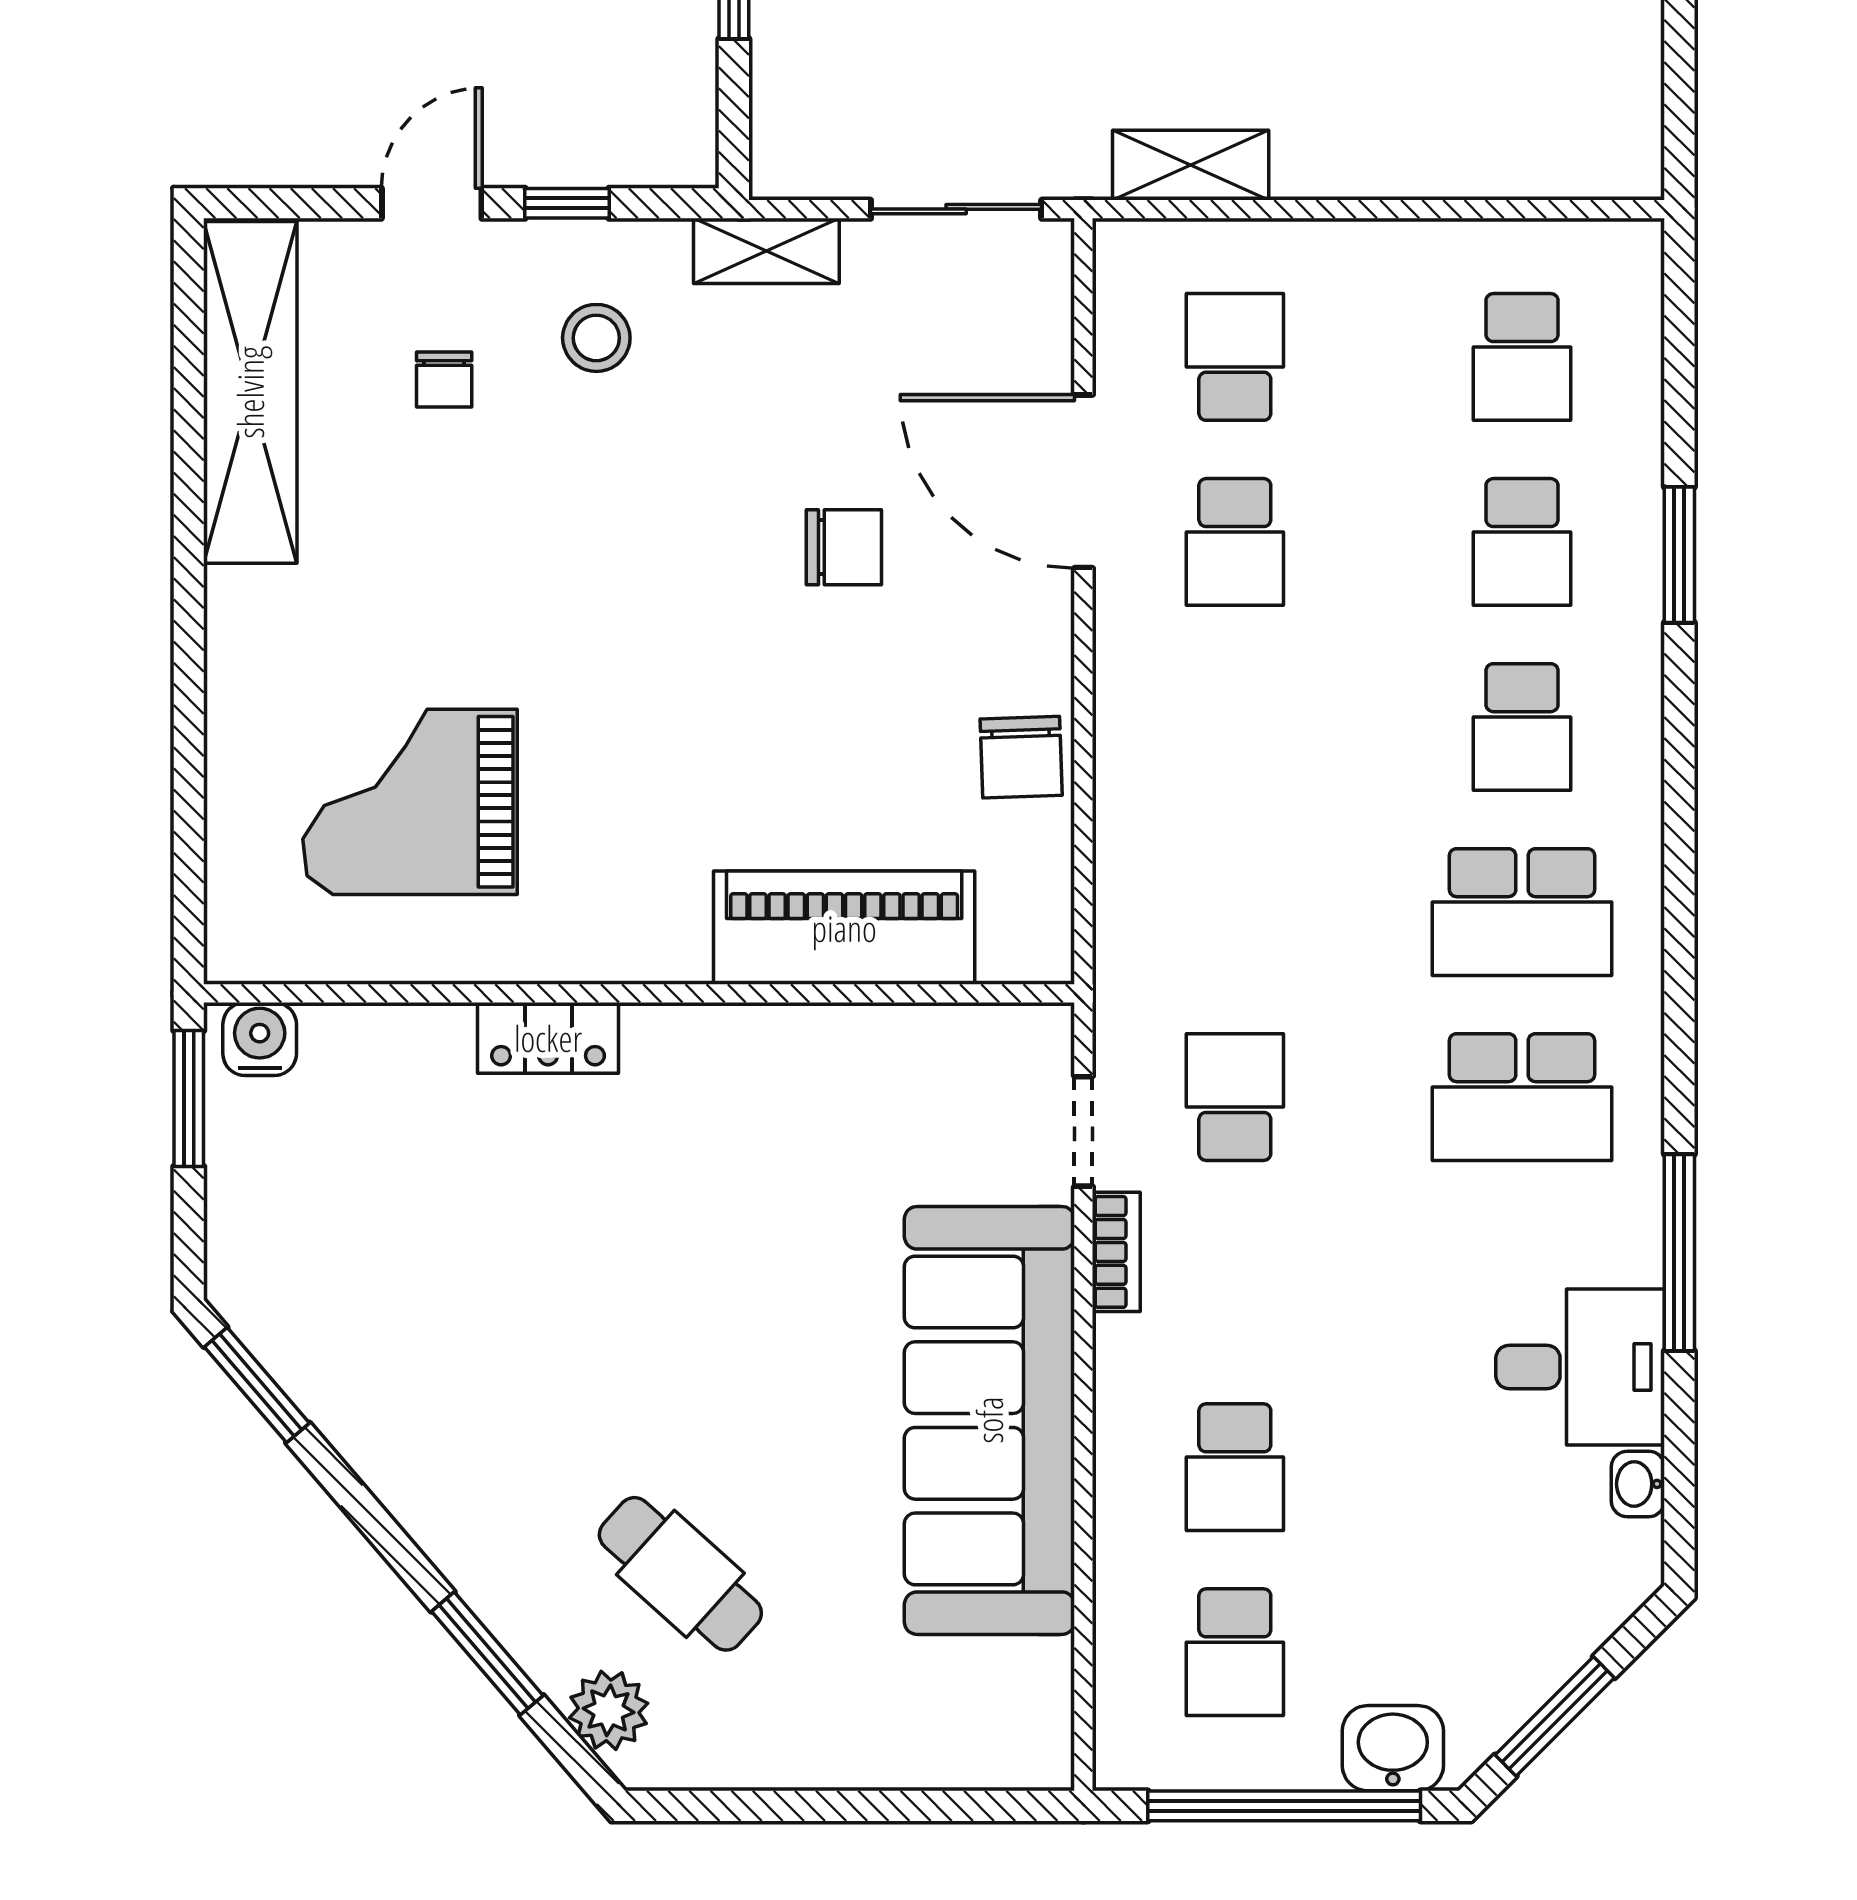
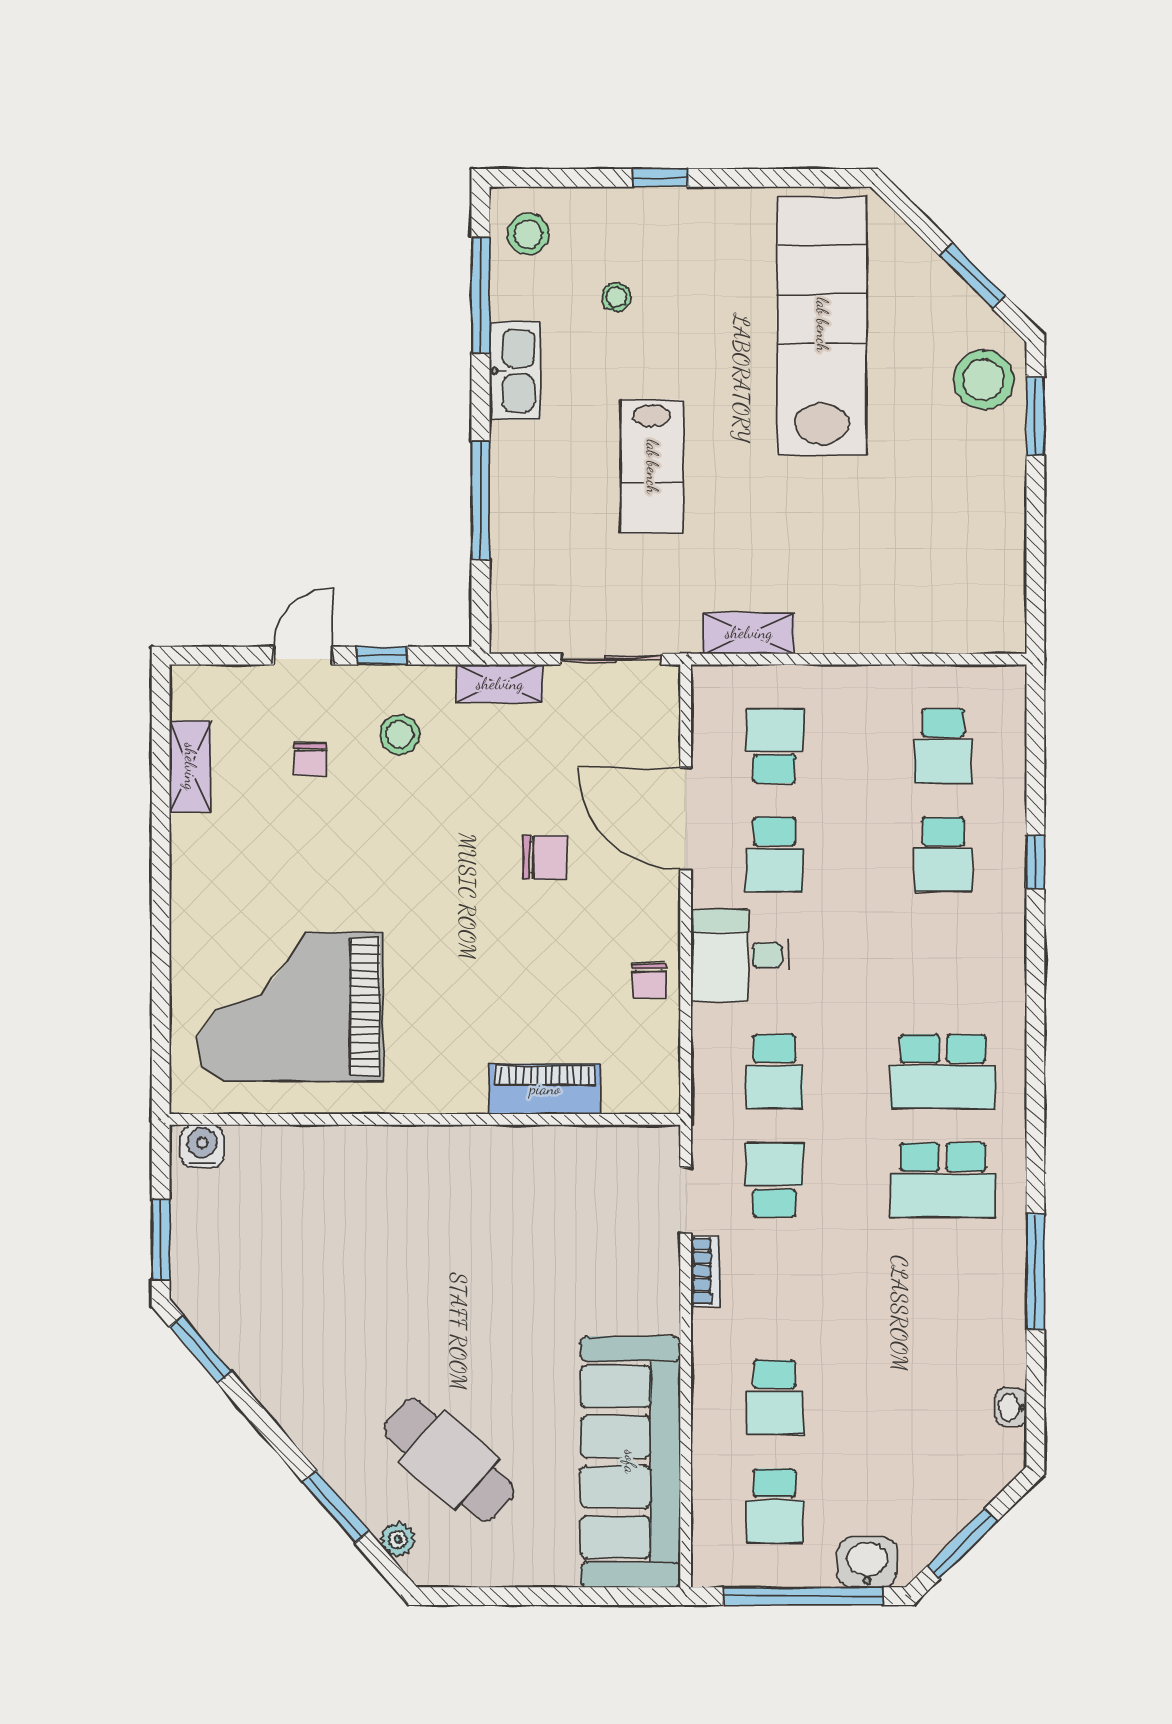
shelving: (250, 392) -> (190, 767), width x0.45, depth x0.75
window: (1679, 555) -> (1035, 862), width x0.67
school desk: (1522, 727) -> (774, 1072), moved
chair: (1021, 757) -> (649, 981), width x0.73, depth x0.73
grand piano: (410, 802) -> (290, 1007), width x1.37, depth x1.48
piano: (844, 928) -> (545, 1089), width x0.73, depth x0.75
locker: (548, 1038) -> (371, 1145), removed
window: (189, 1099) -> (161, 1240), moved
desk: (1580, 1367) -> (740, 955), moved, turned 180
sofa: (989, 1420) -> (630, 1462), moved
cafe table: (680, 1574) -> (449, 1460), width x1.37, depth x1.35
plant: (609, 1710) -> (398, 1539), width x0.73, depth x0.73

